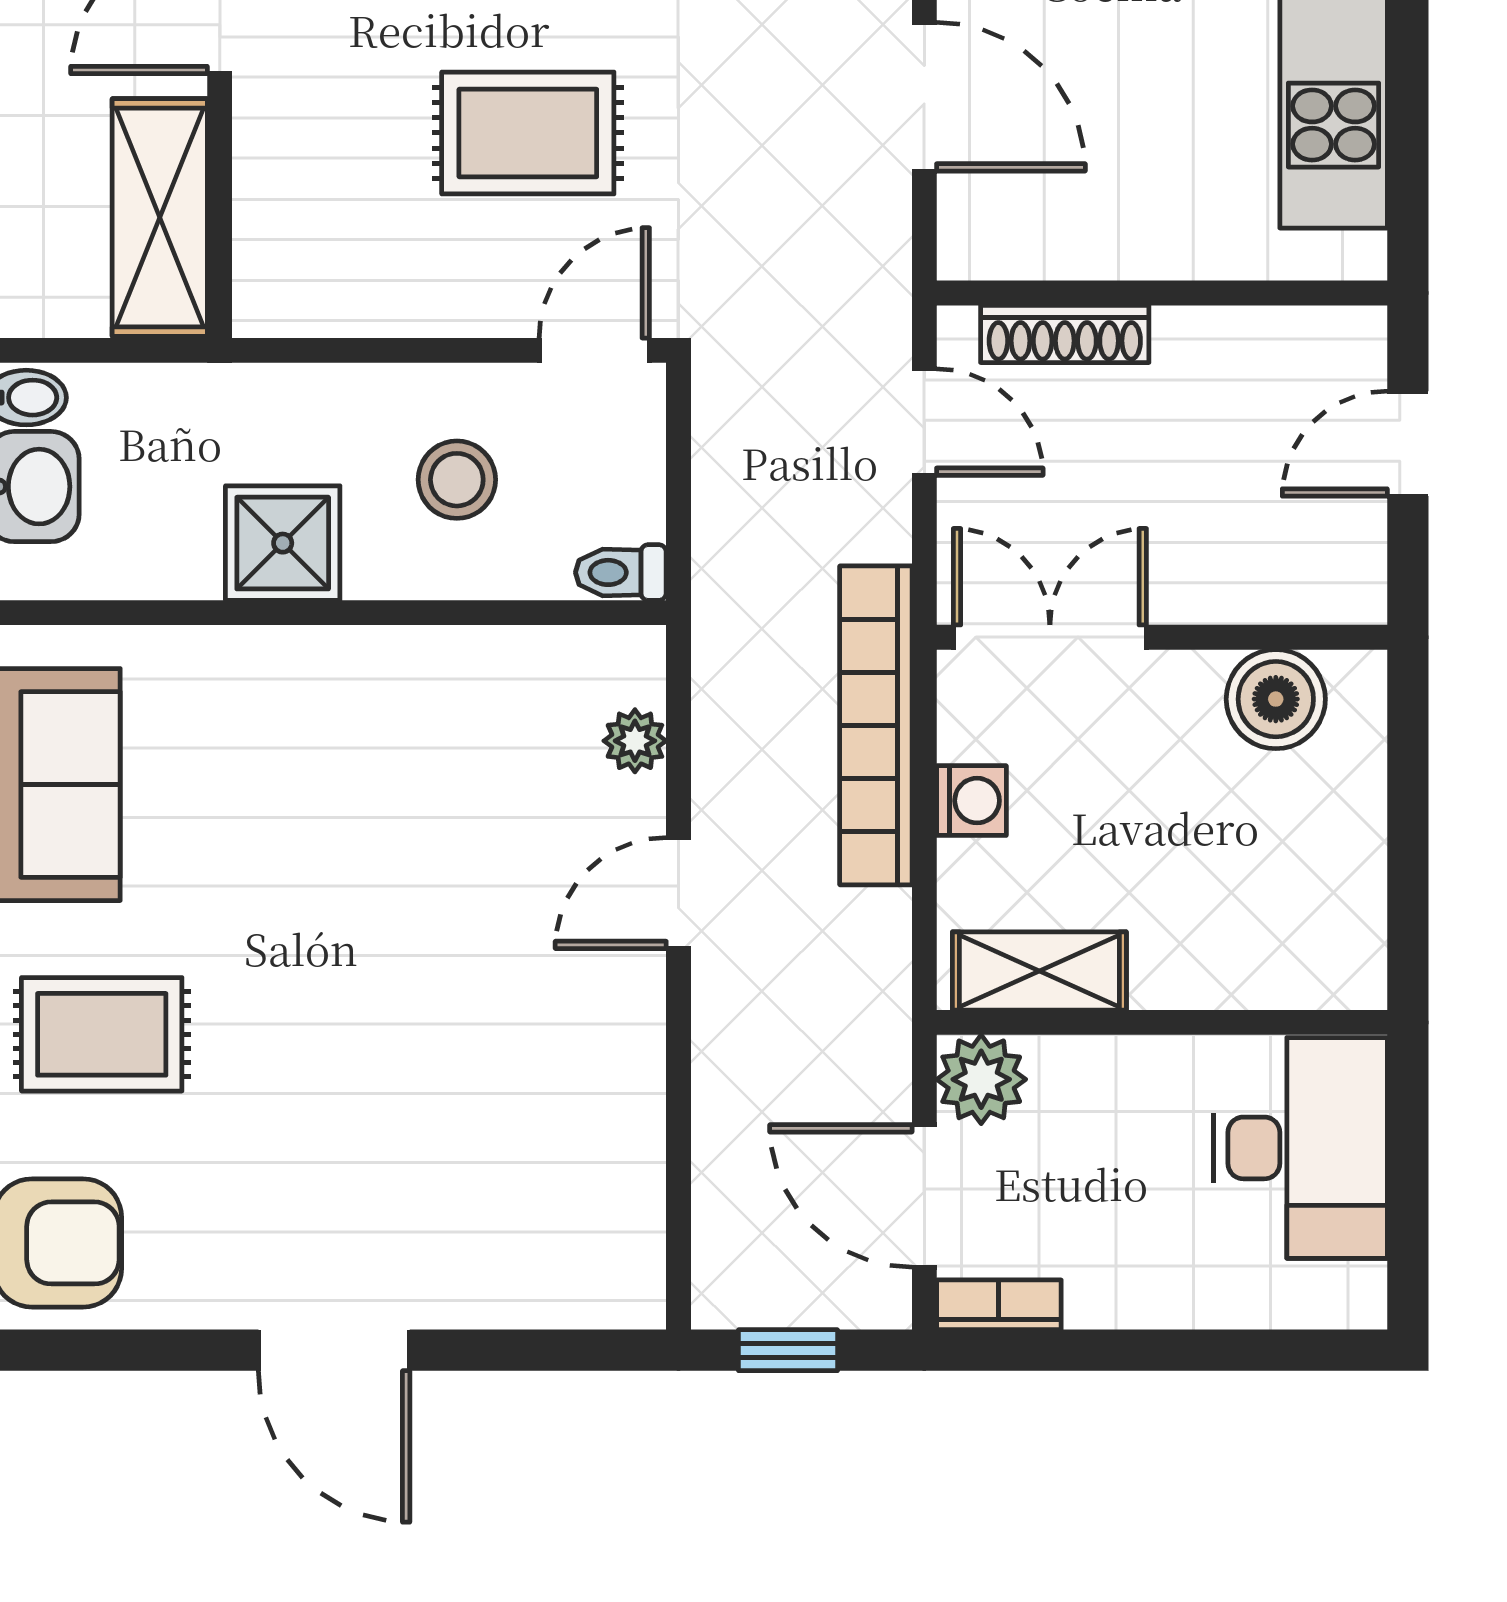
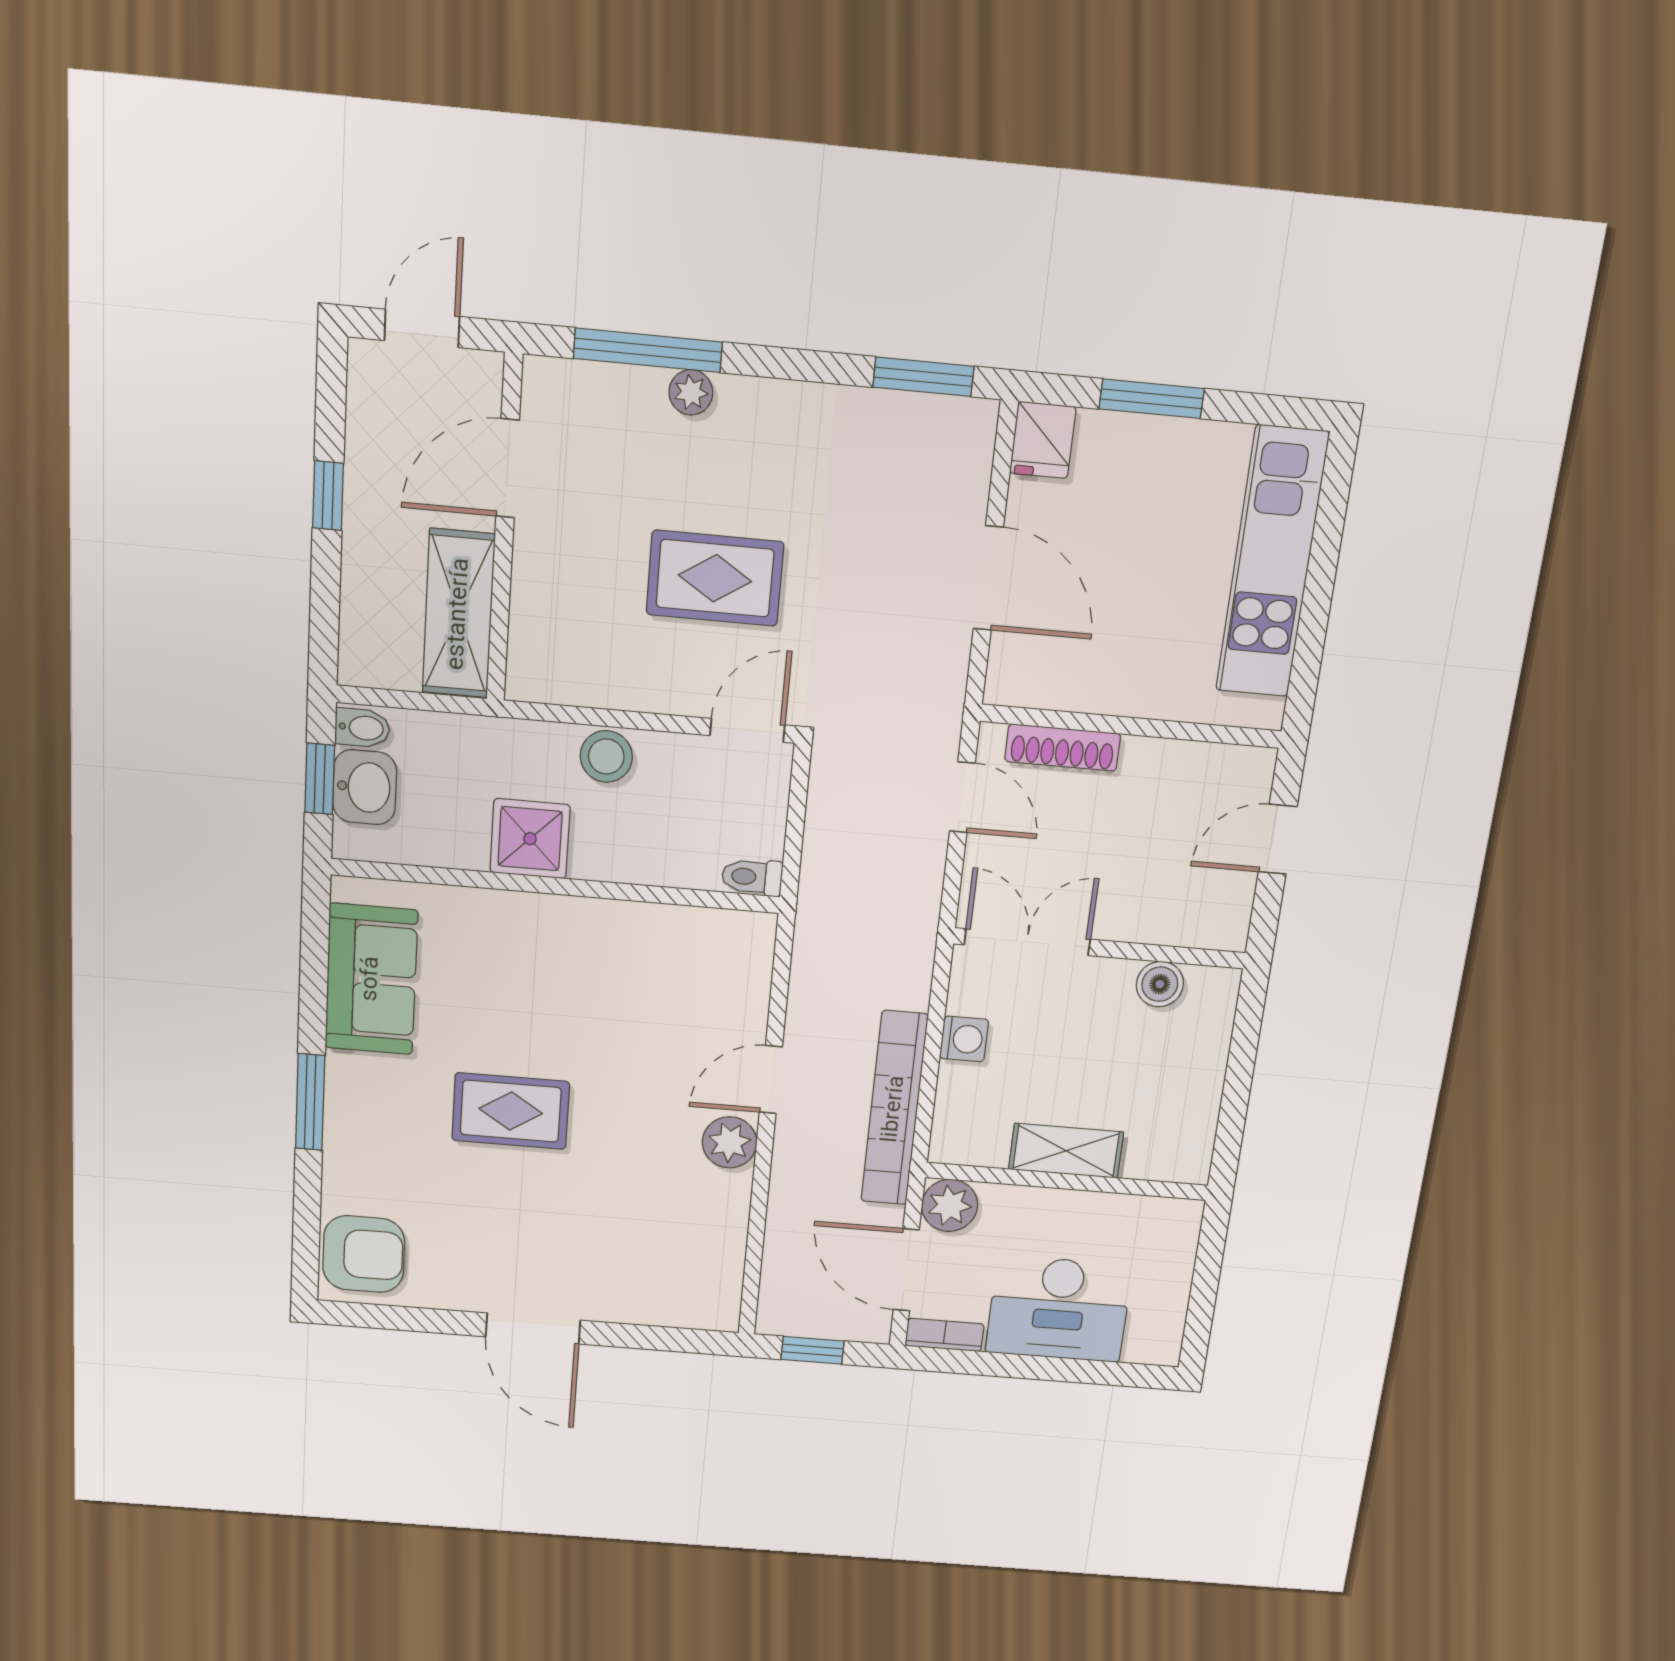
stool: (457, 480) -> (606, 756), moved
boiler: (1276, 699) -> (1160, 984), width x0.73, depth x0.73
bookcase: (876, 725) -> (894, 1109), moved
plant: (635, 741) -> (730, 1142), moved, width x1.38, depth x1.38
shelving: (1039, 971) -> (1066, 1151), moved
rug: (102, 1034) -> (511, 1111), moved
desk: (1301, 1148) -> (1059, 1309), moved, turned 90

